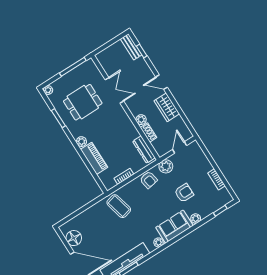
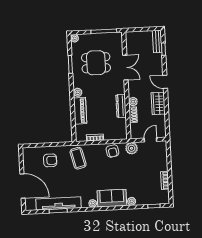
dresser: (144, 150) -> (121, 106), moved
armchair: (184, 193) -> (50, 160), moved
floor lamp: (74, 238) -> (30, 163), removed

